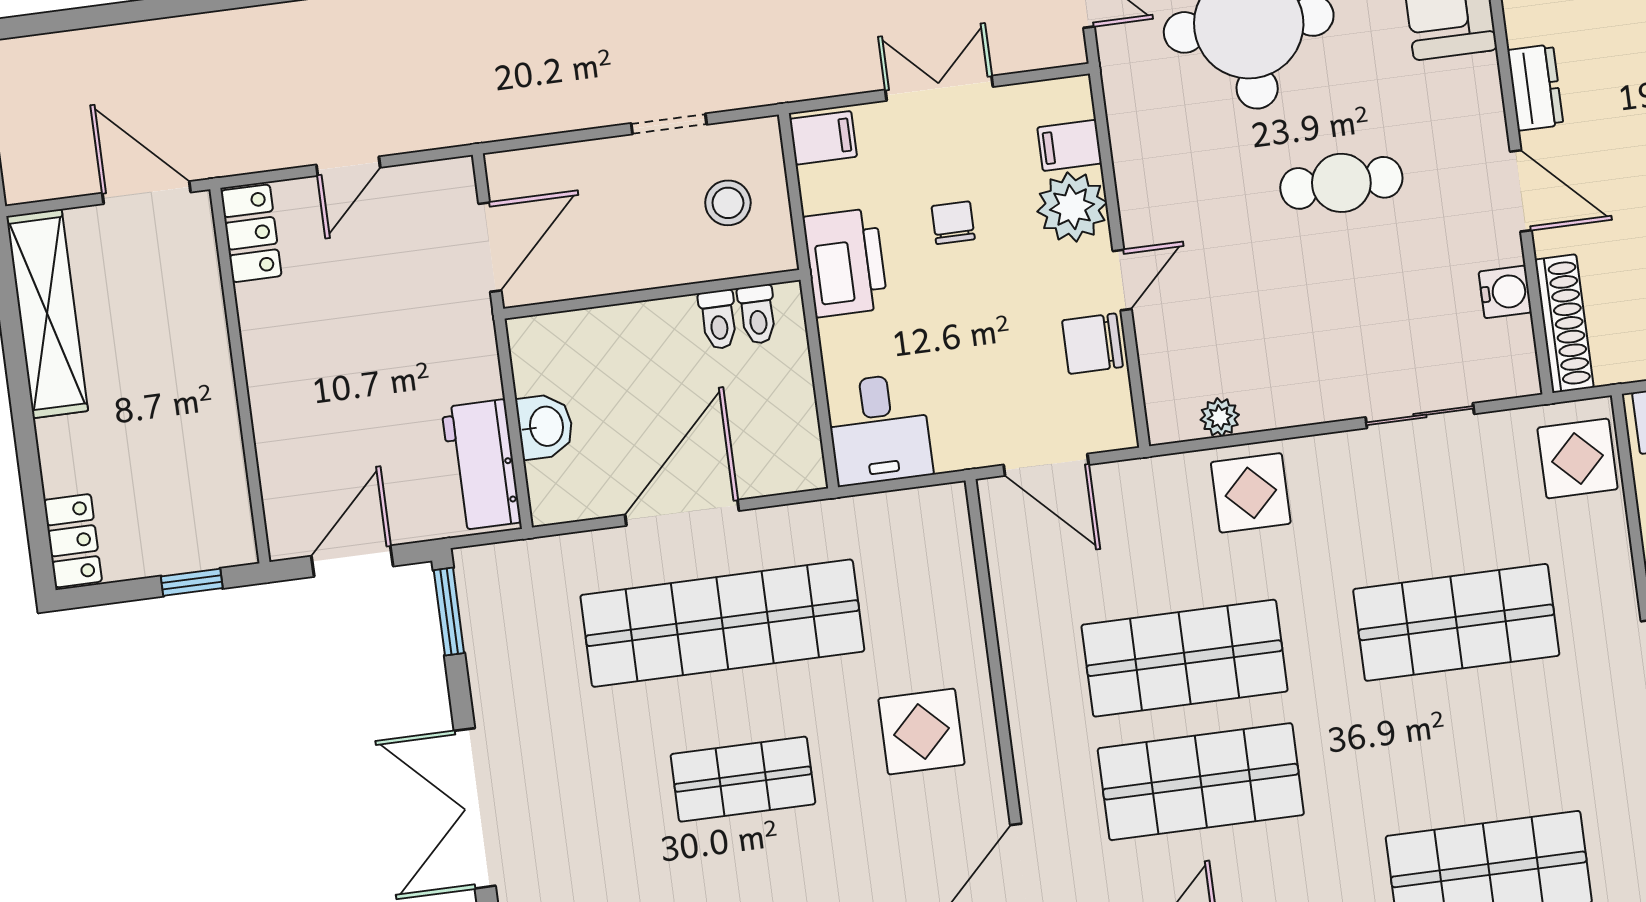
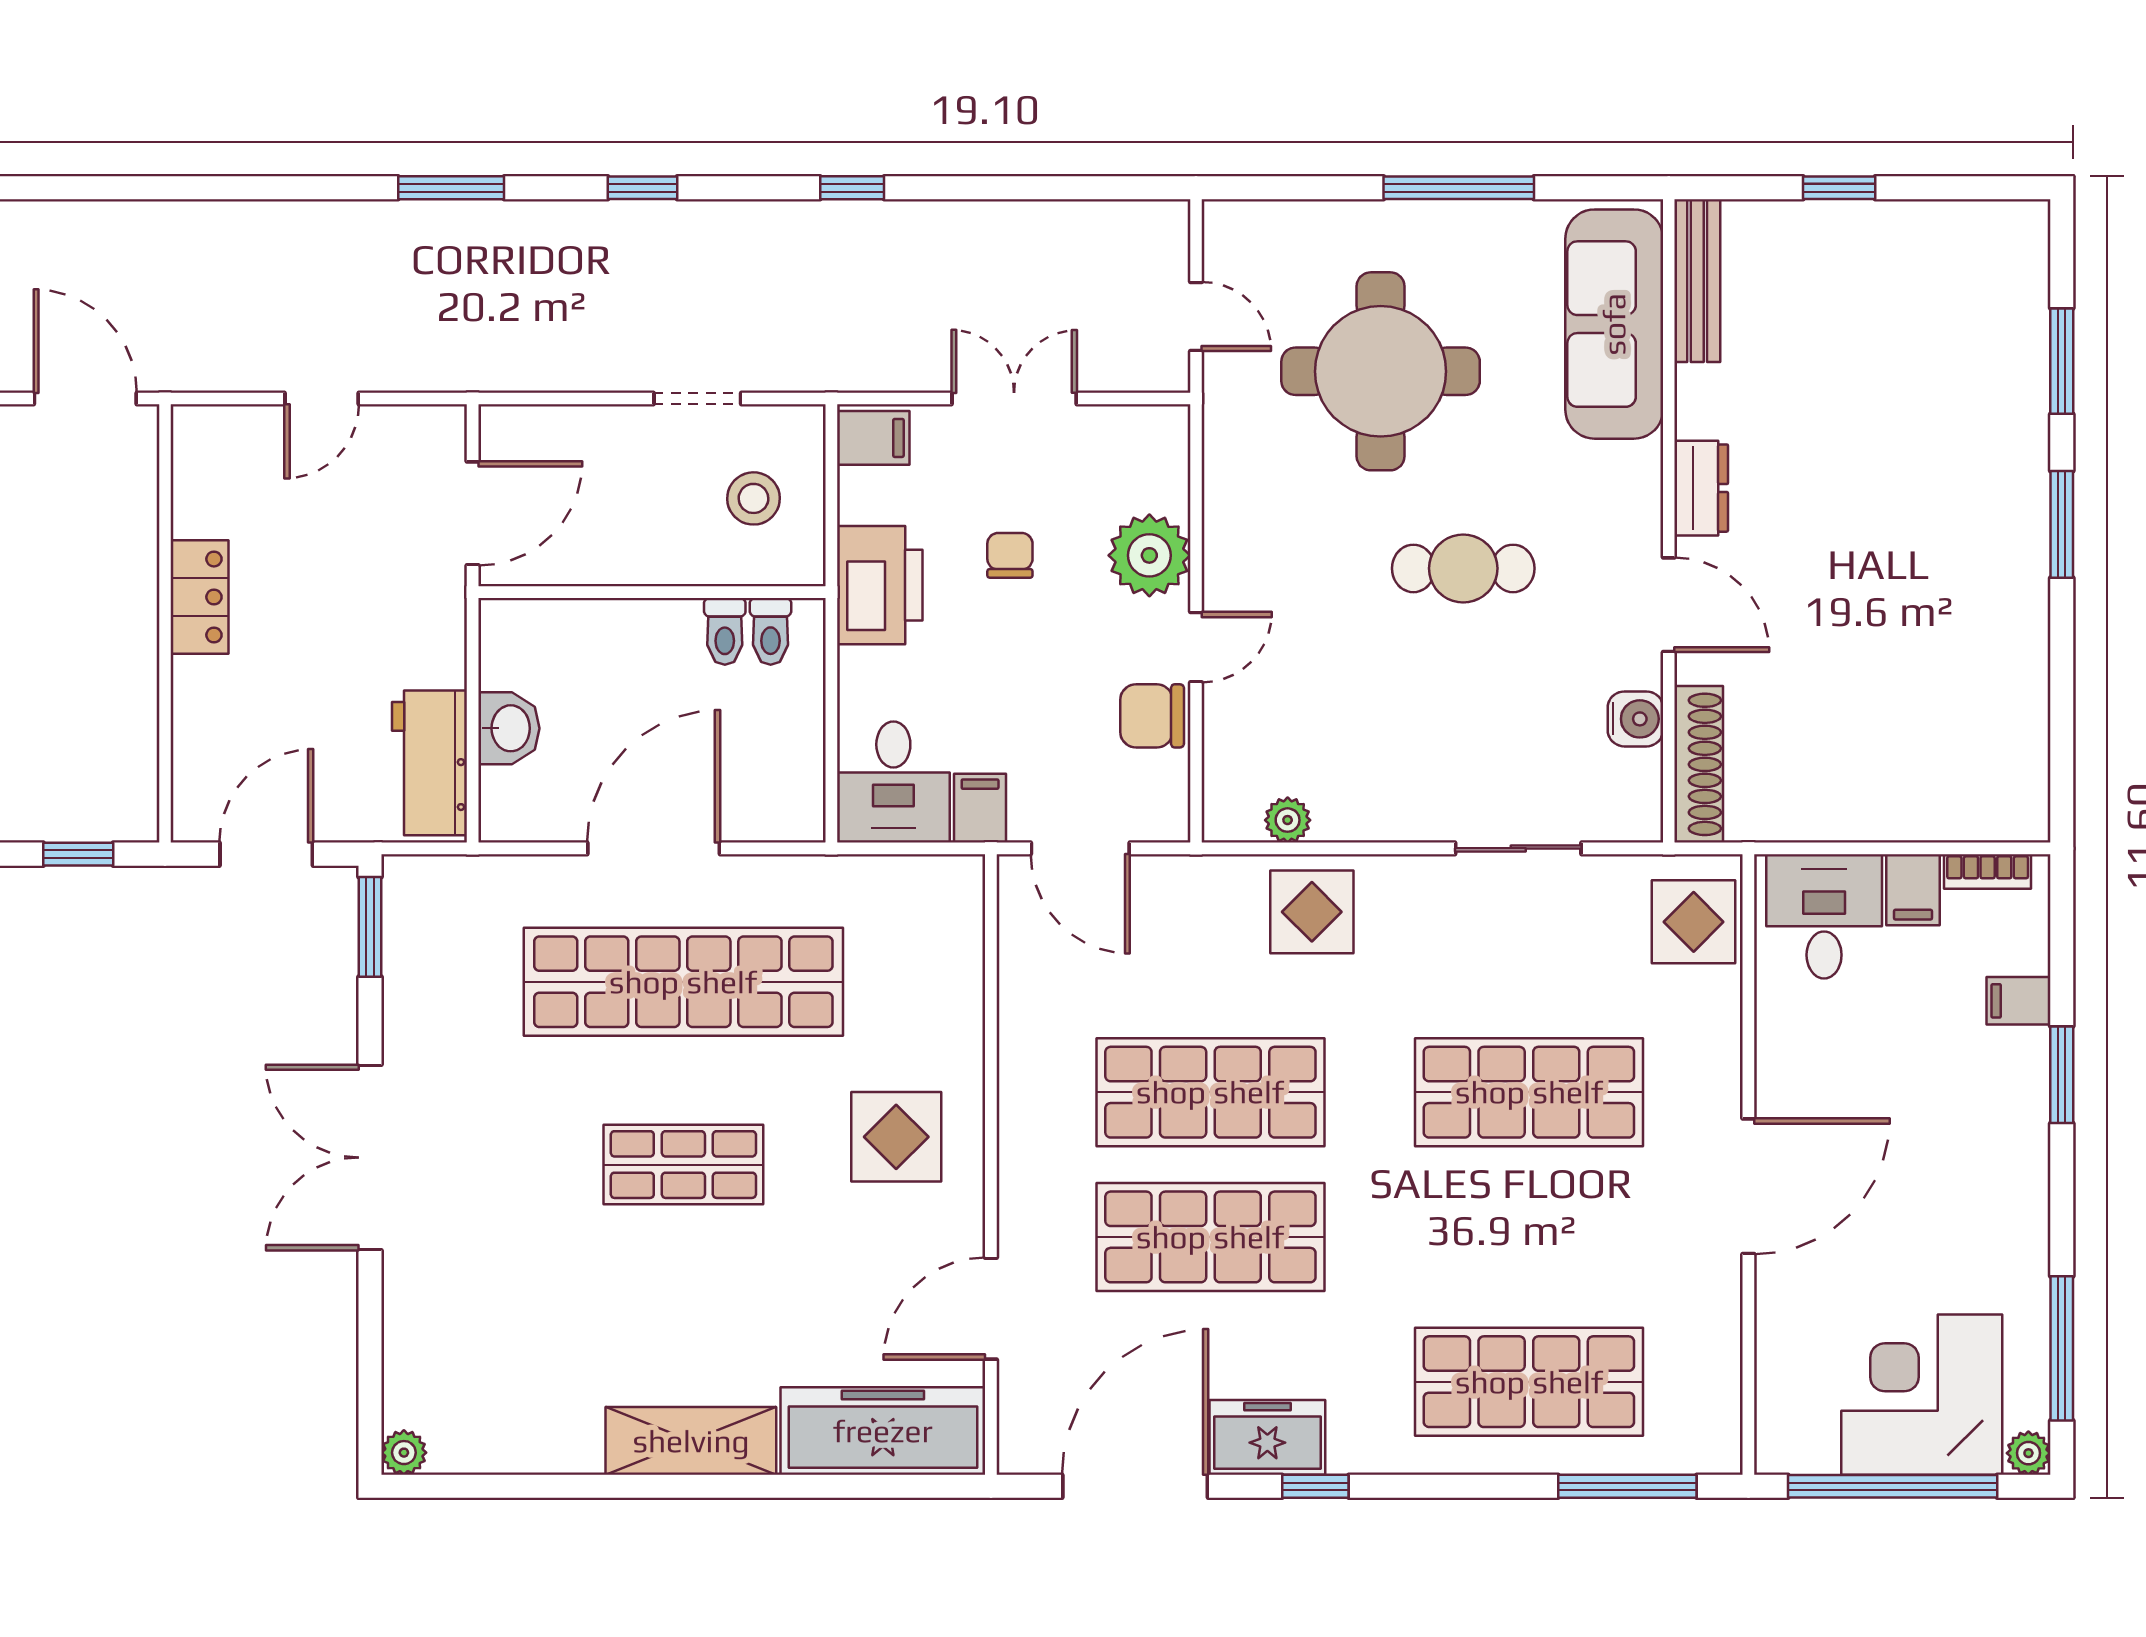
filing cabinet: (1070, 145) -> (980, 808), moved, turned 90
locker: (251, 233) -> (200, 597), moved

